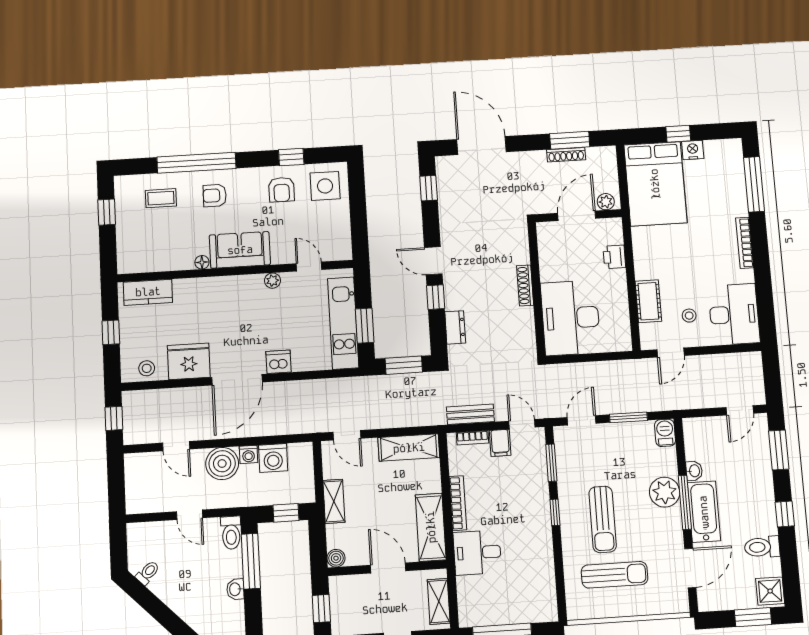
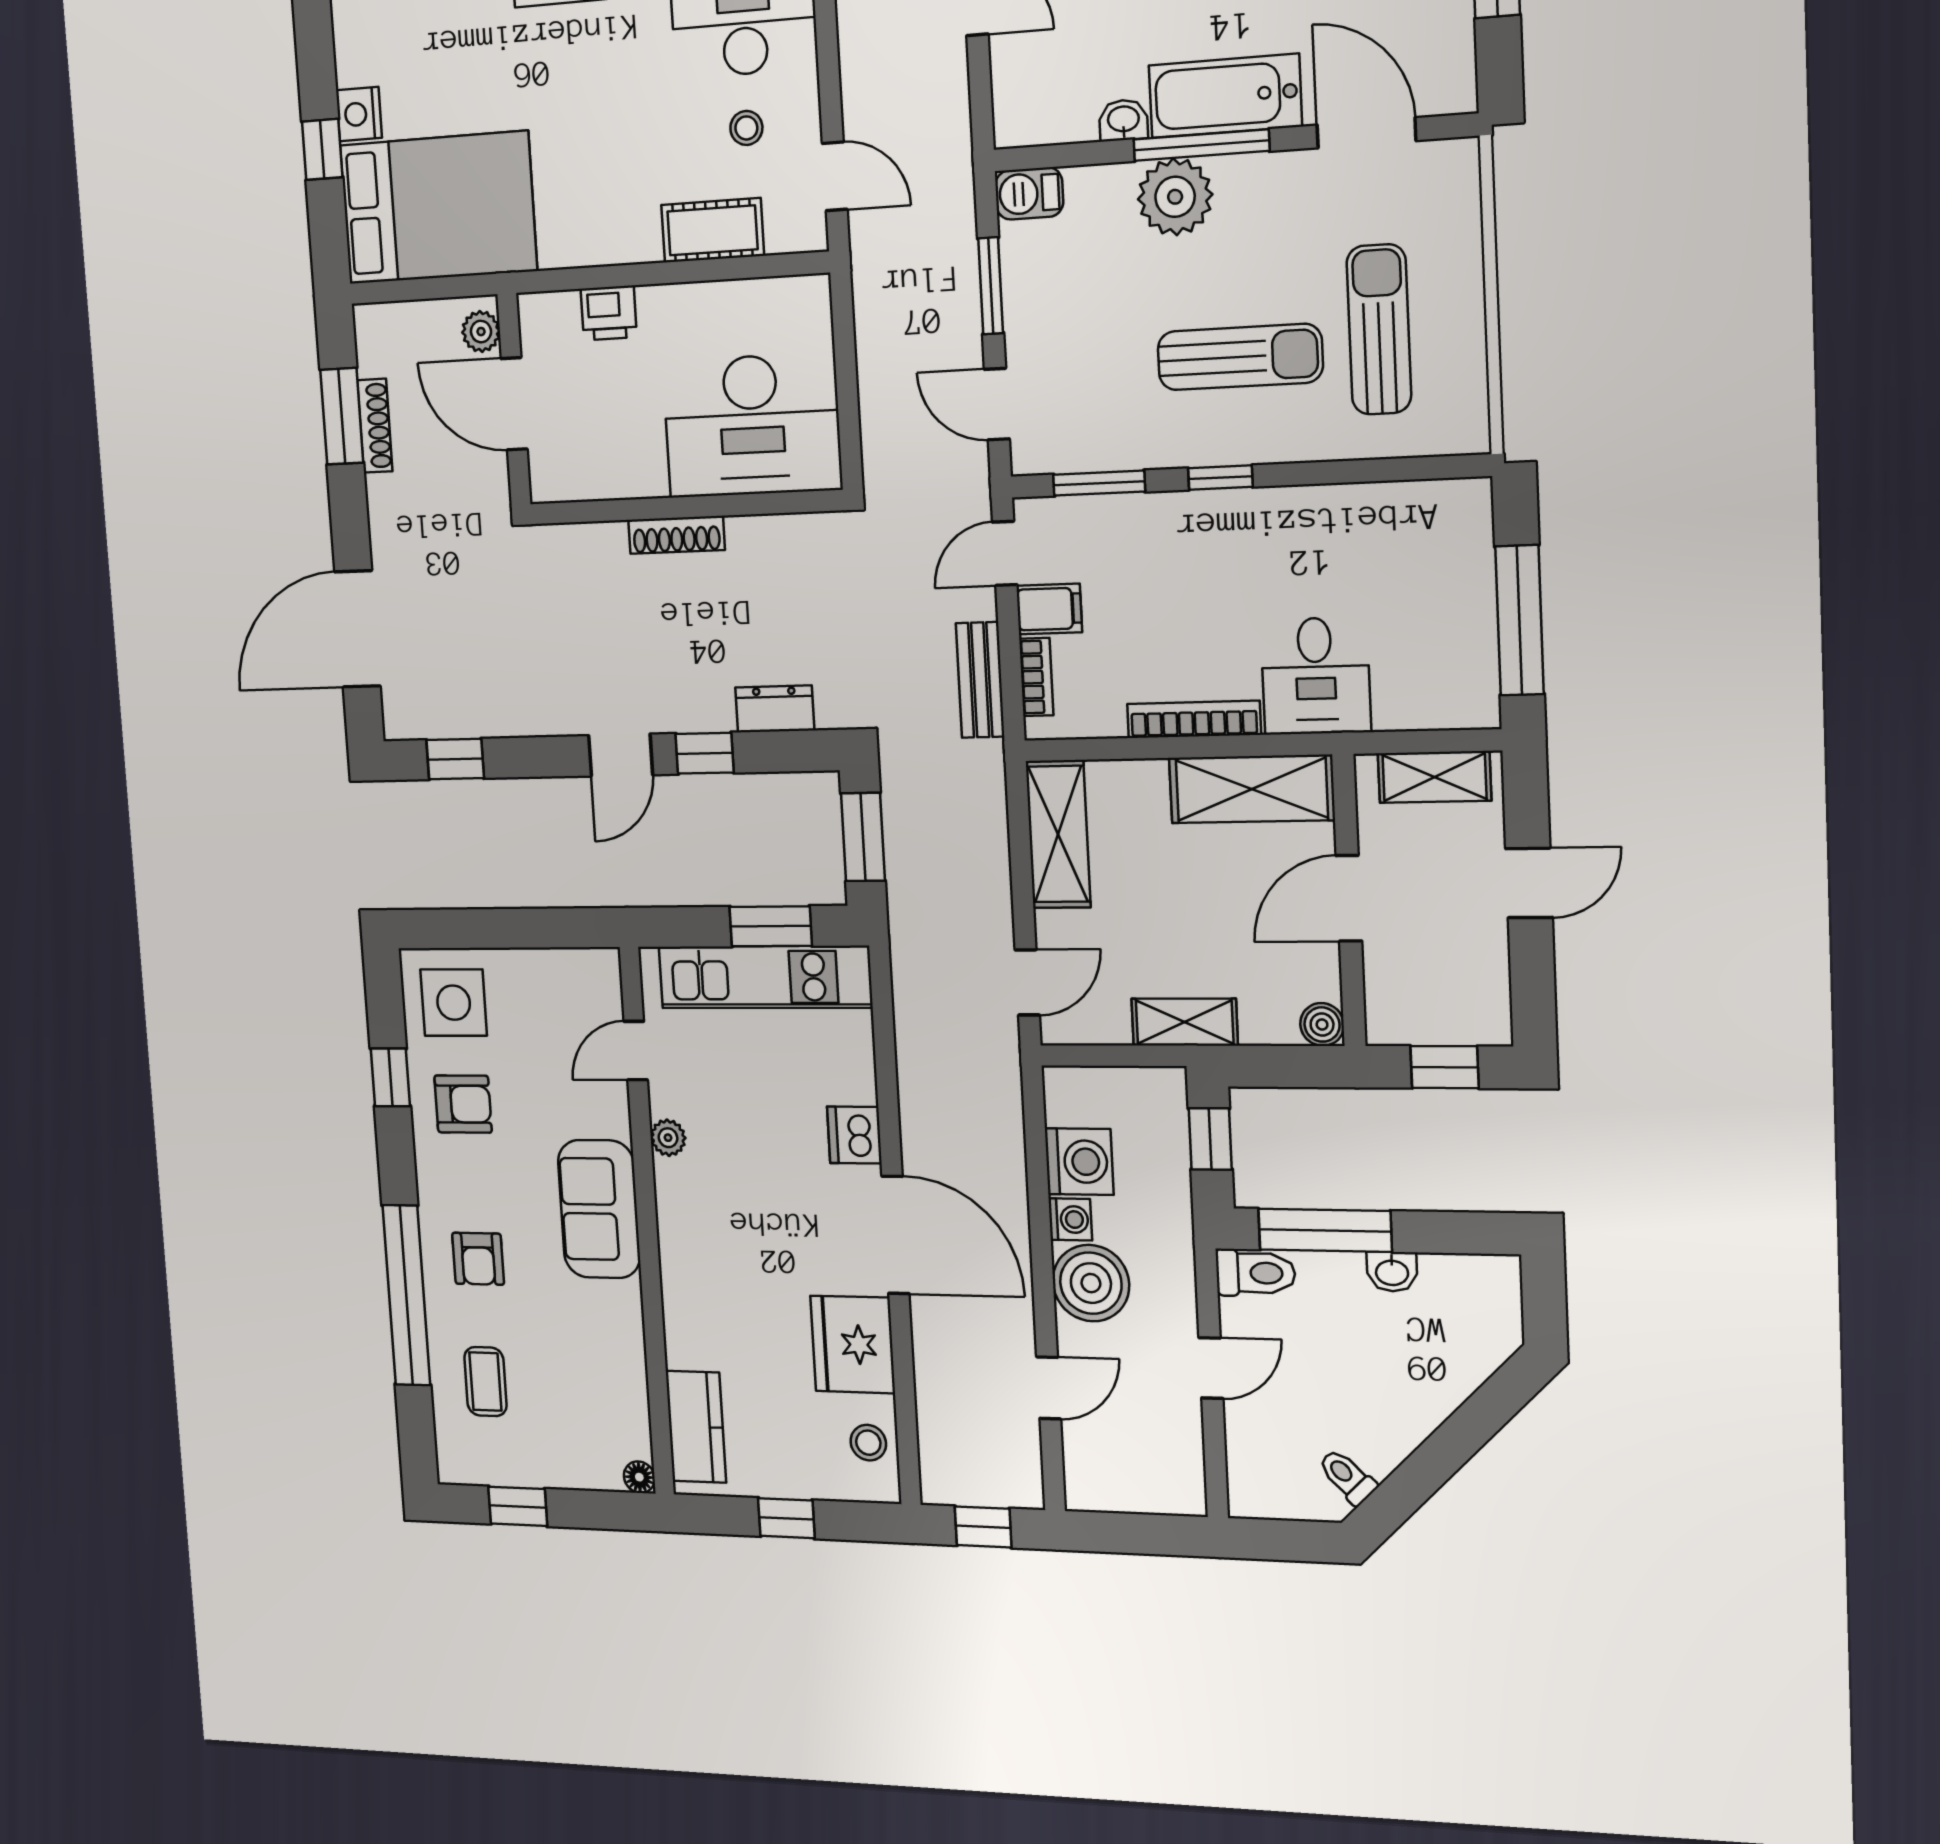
floor lamp: (202, 262) -> (639, 1477), moved

